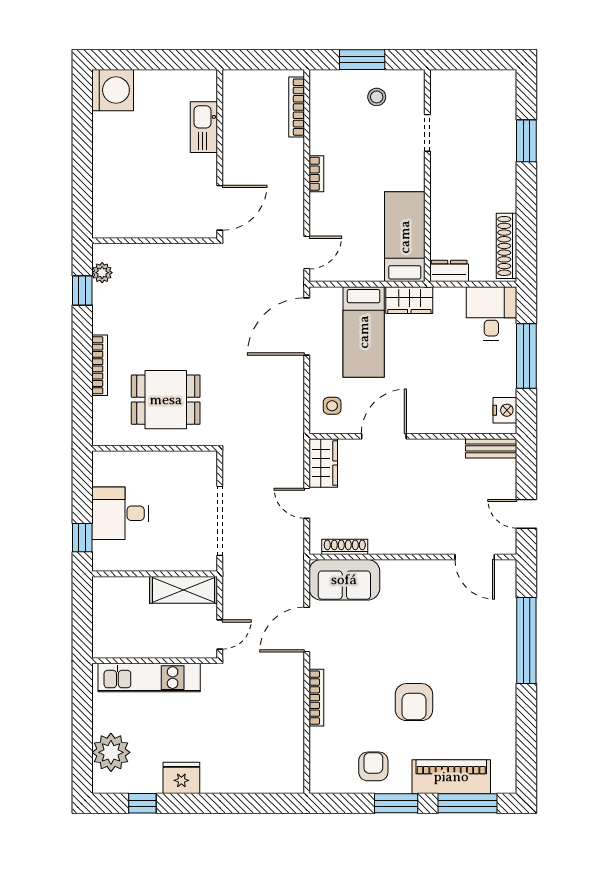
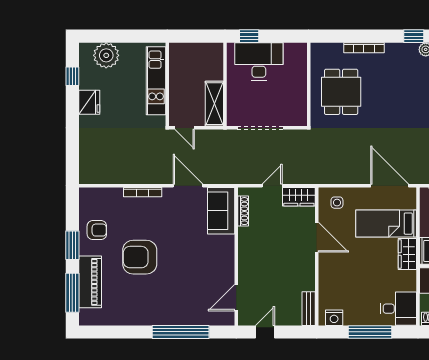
desk: (120, 513) -> (259, 62), width x1.37
armchair: (414, 702) -> (140, 257), width x1.36, depth x1.36

